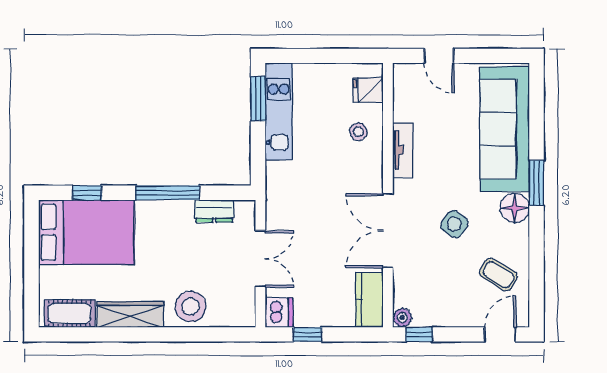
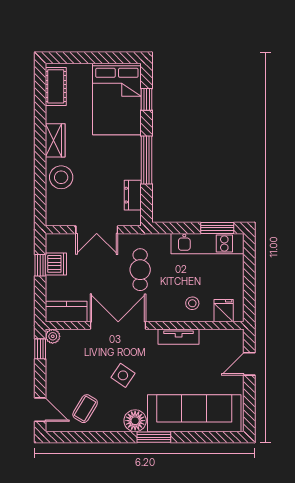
cafe table: (314, 201) -> (140, 270), added
dishwasher: (279, 312) -> (56, 264), moved, turned -90
wardrobe: (130, 314) -> (55, 140), width x0.67

